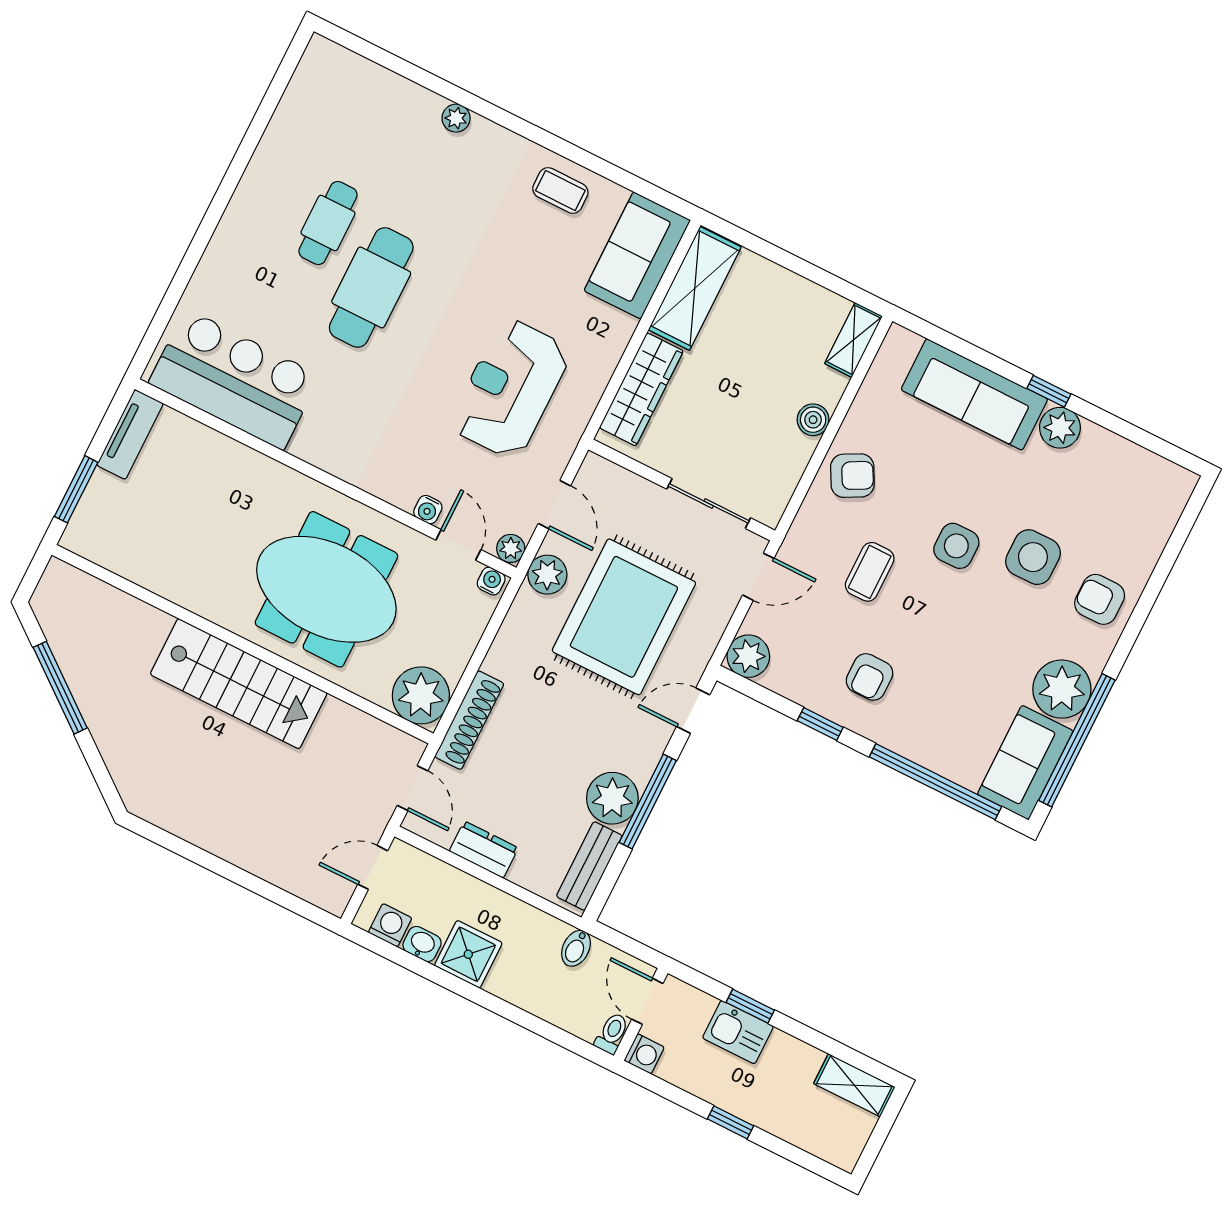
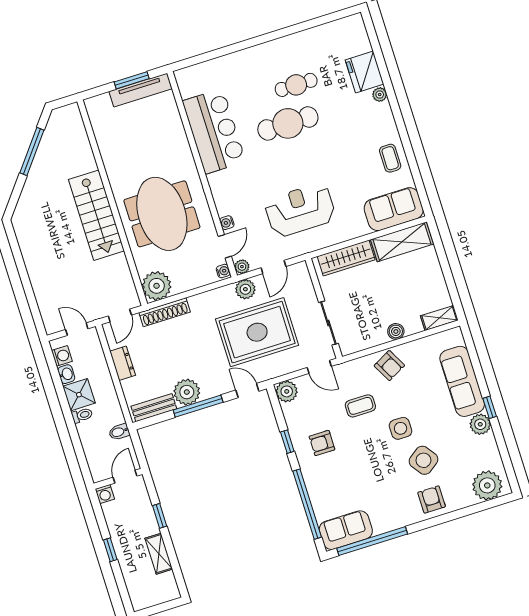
fridge: (404, 109) -> (365, 72), added
bar counter: (234, 379) -> (214, 131), moved
tv unit: (130, 434) -> (141, 90), width x1.41
window: (76, 489) -> (132, 80), moved
side table: (1033, 557) -> (423, 460), turned -36
plant: (1062, 689) -> (487, 485), moved
kitchen sink: (738, 1032) -> (146, 521), removed
toilet: (612, 1033) -> (82, 415), moved
shelving: (854, 1085) -> (159, 554), moved

